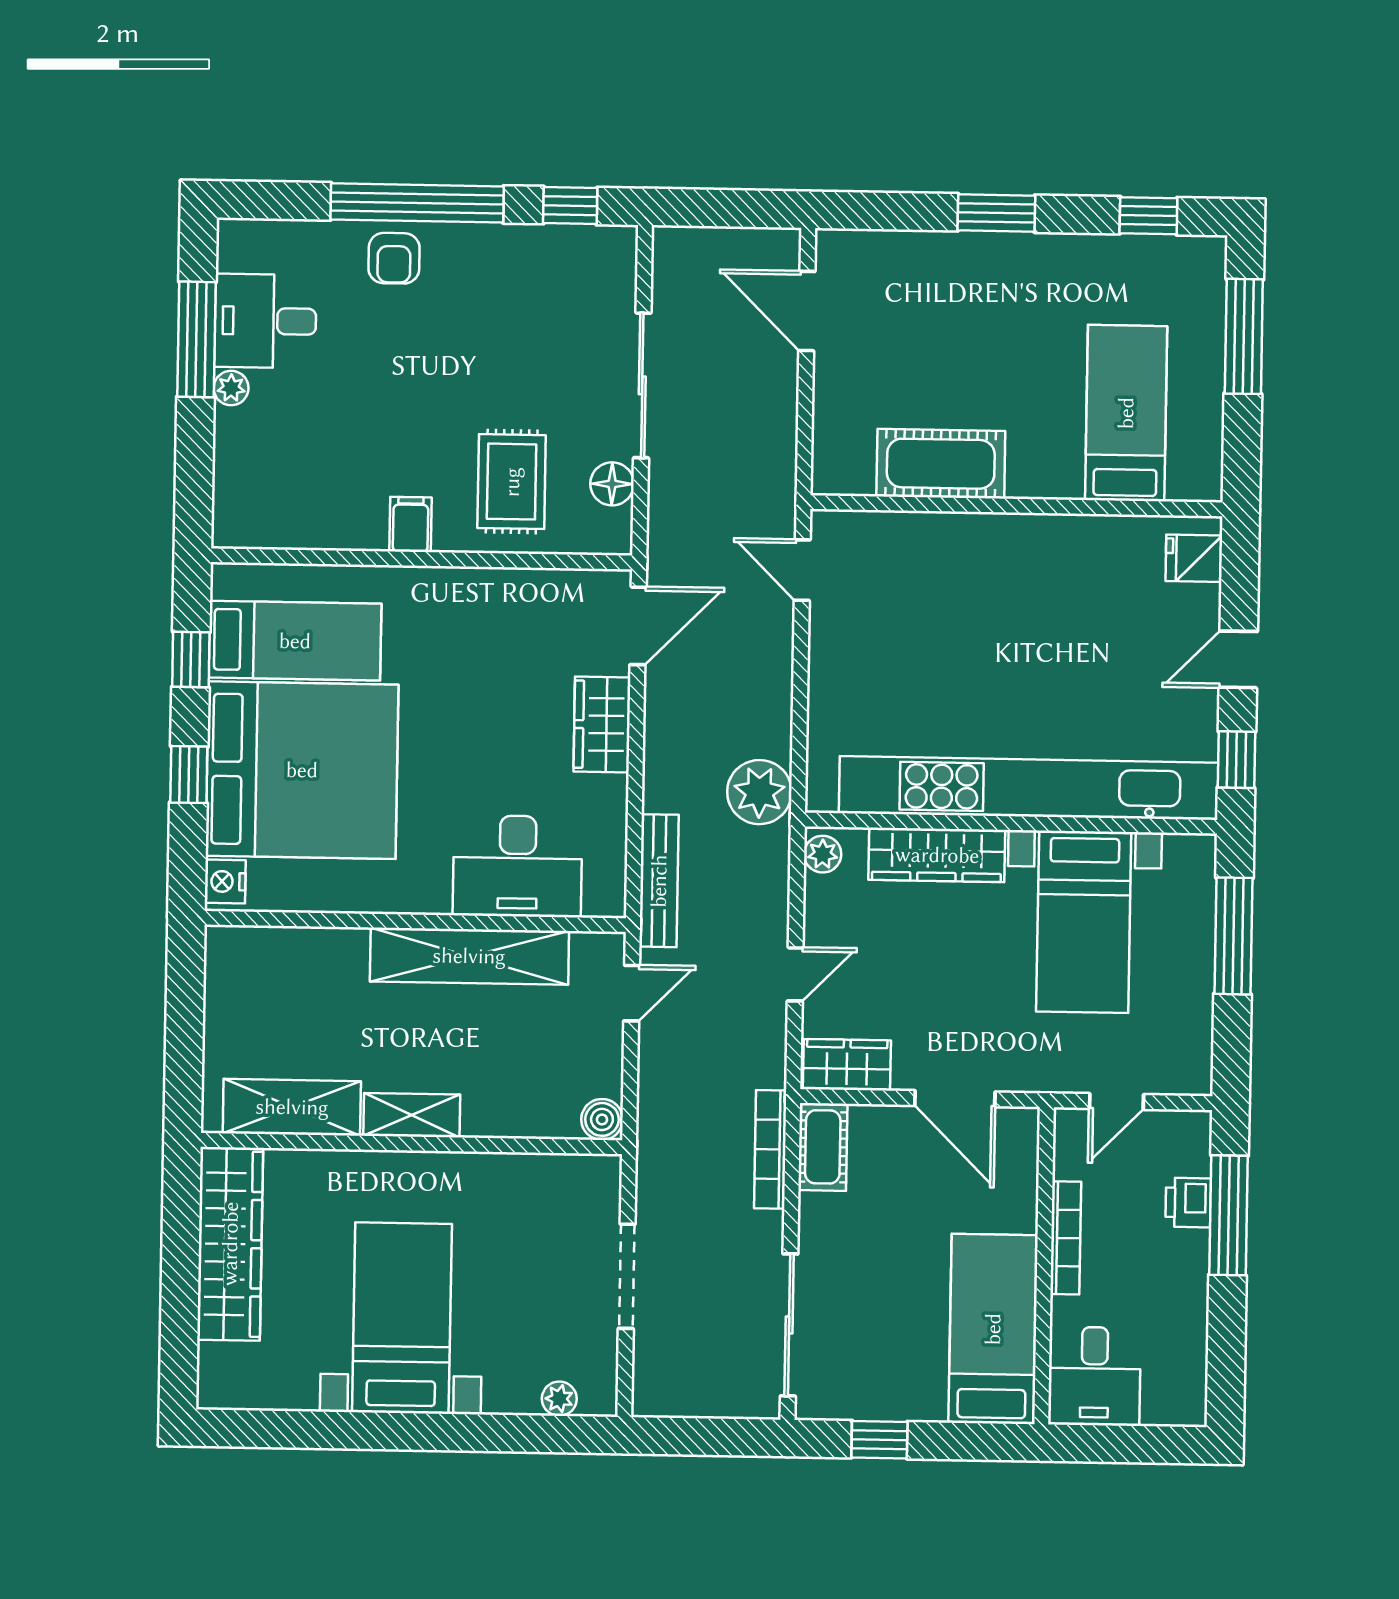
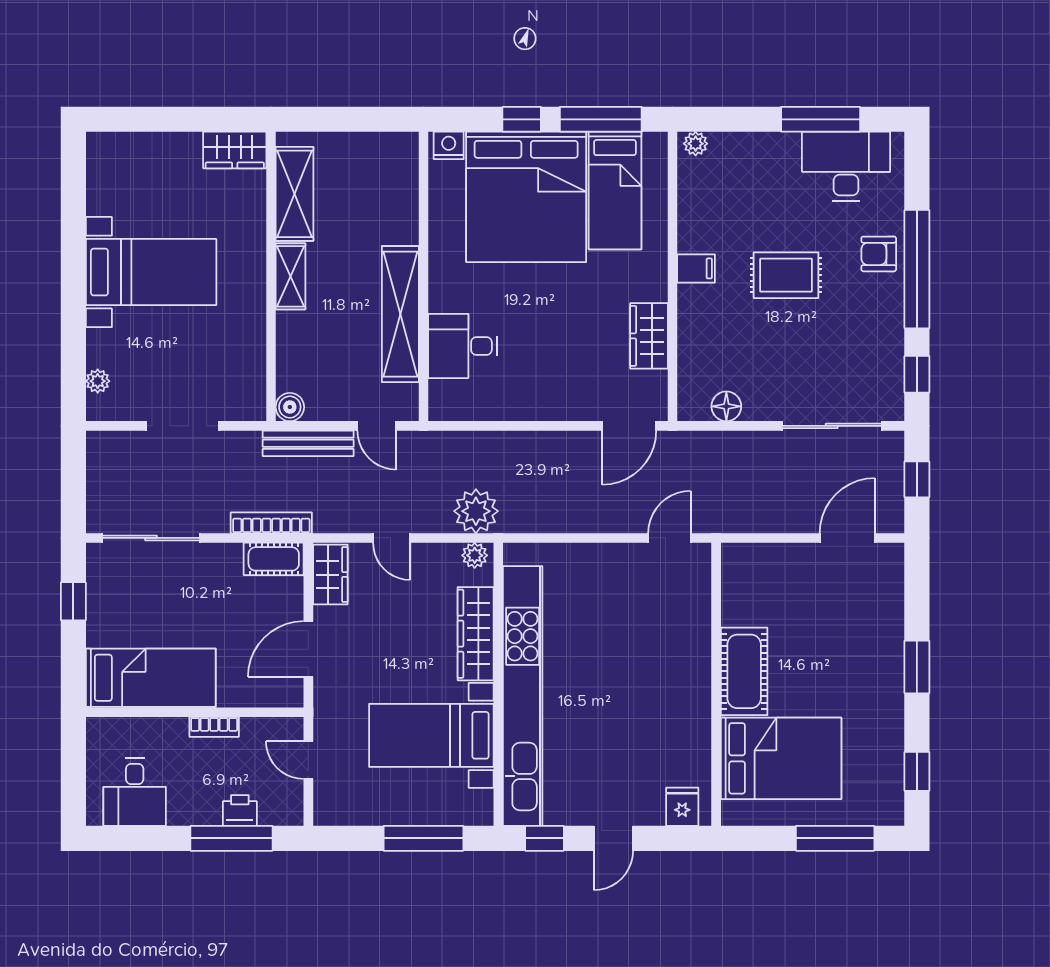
window: (723, 208) -> (917, 479), added
desk: (265, 321) -> (846, 166), width x1.37
sliding door: (642, 385) -> (832, 426), moved
plant: (231, 388) -> (696, 144), moved
bed: (1126, 413) -> (781, 758), width x1.50
cot: (941, 464) -> (744, 671), moved
rug: (512, 482) -> (786, 275), moved
door: (638, 626) -> (629, 426), hinge flipped
window: (191, 659) -> (601, 119), width x2.17
door: (1238, 659) -> (613, 838), swing flipped
wardrobe: (602, 725) -> (649, 336), moved, turned -90
plant: (759, 792) -> (476, 511), moved
desk: (518, 866) -> (463, 346), width x0.73
bench: (659, 881) -> (308, 443), moved
bookcase: (1066, 1238) -> (214, 727), width x0.64
wardrobe: (230, 1244) -> (235, 150), width x0.48, depth x0.85
desk: (1094, 1376) -> (135, 792), moved, turned -90

